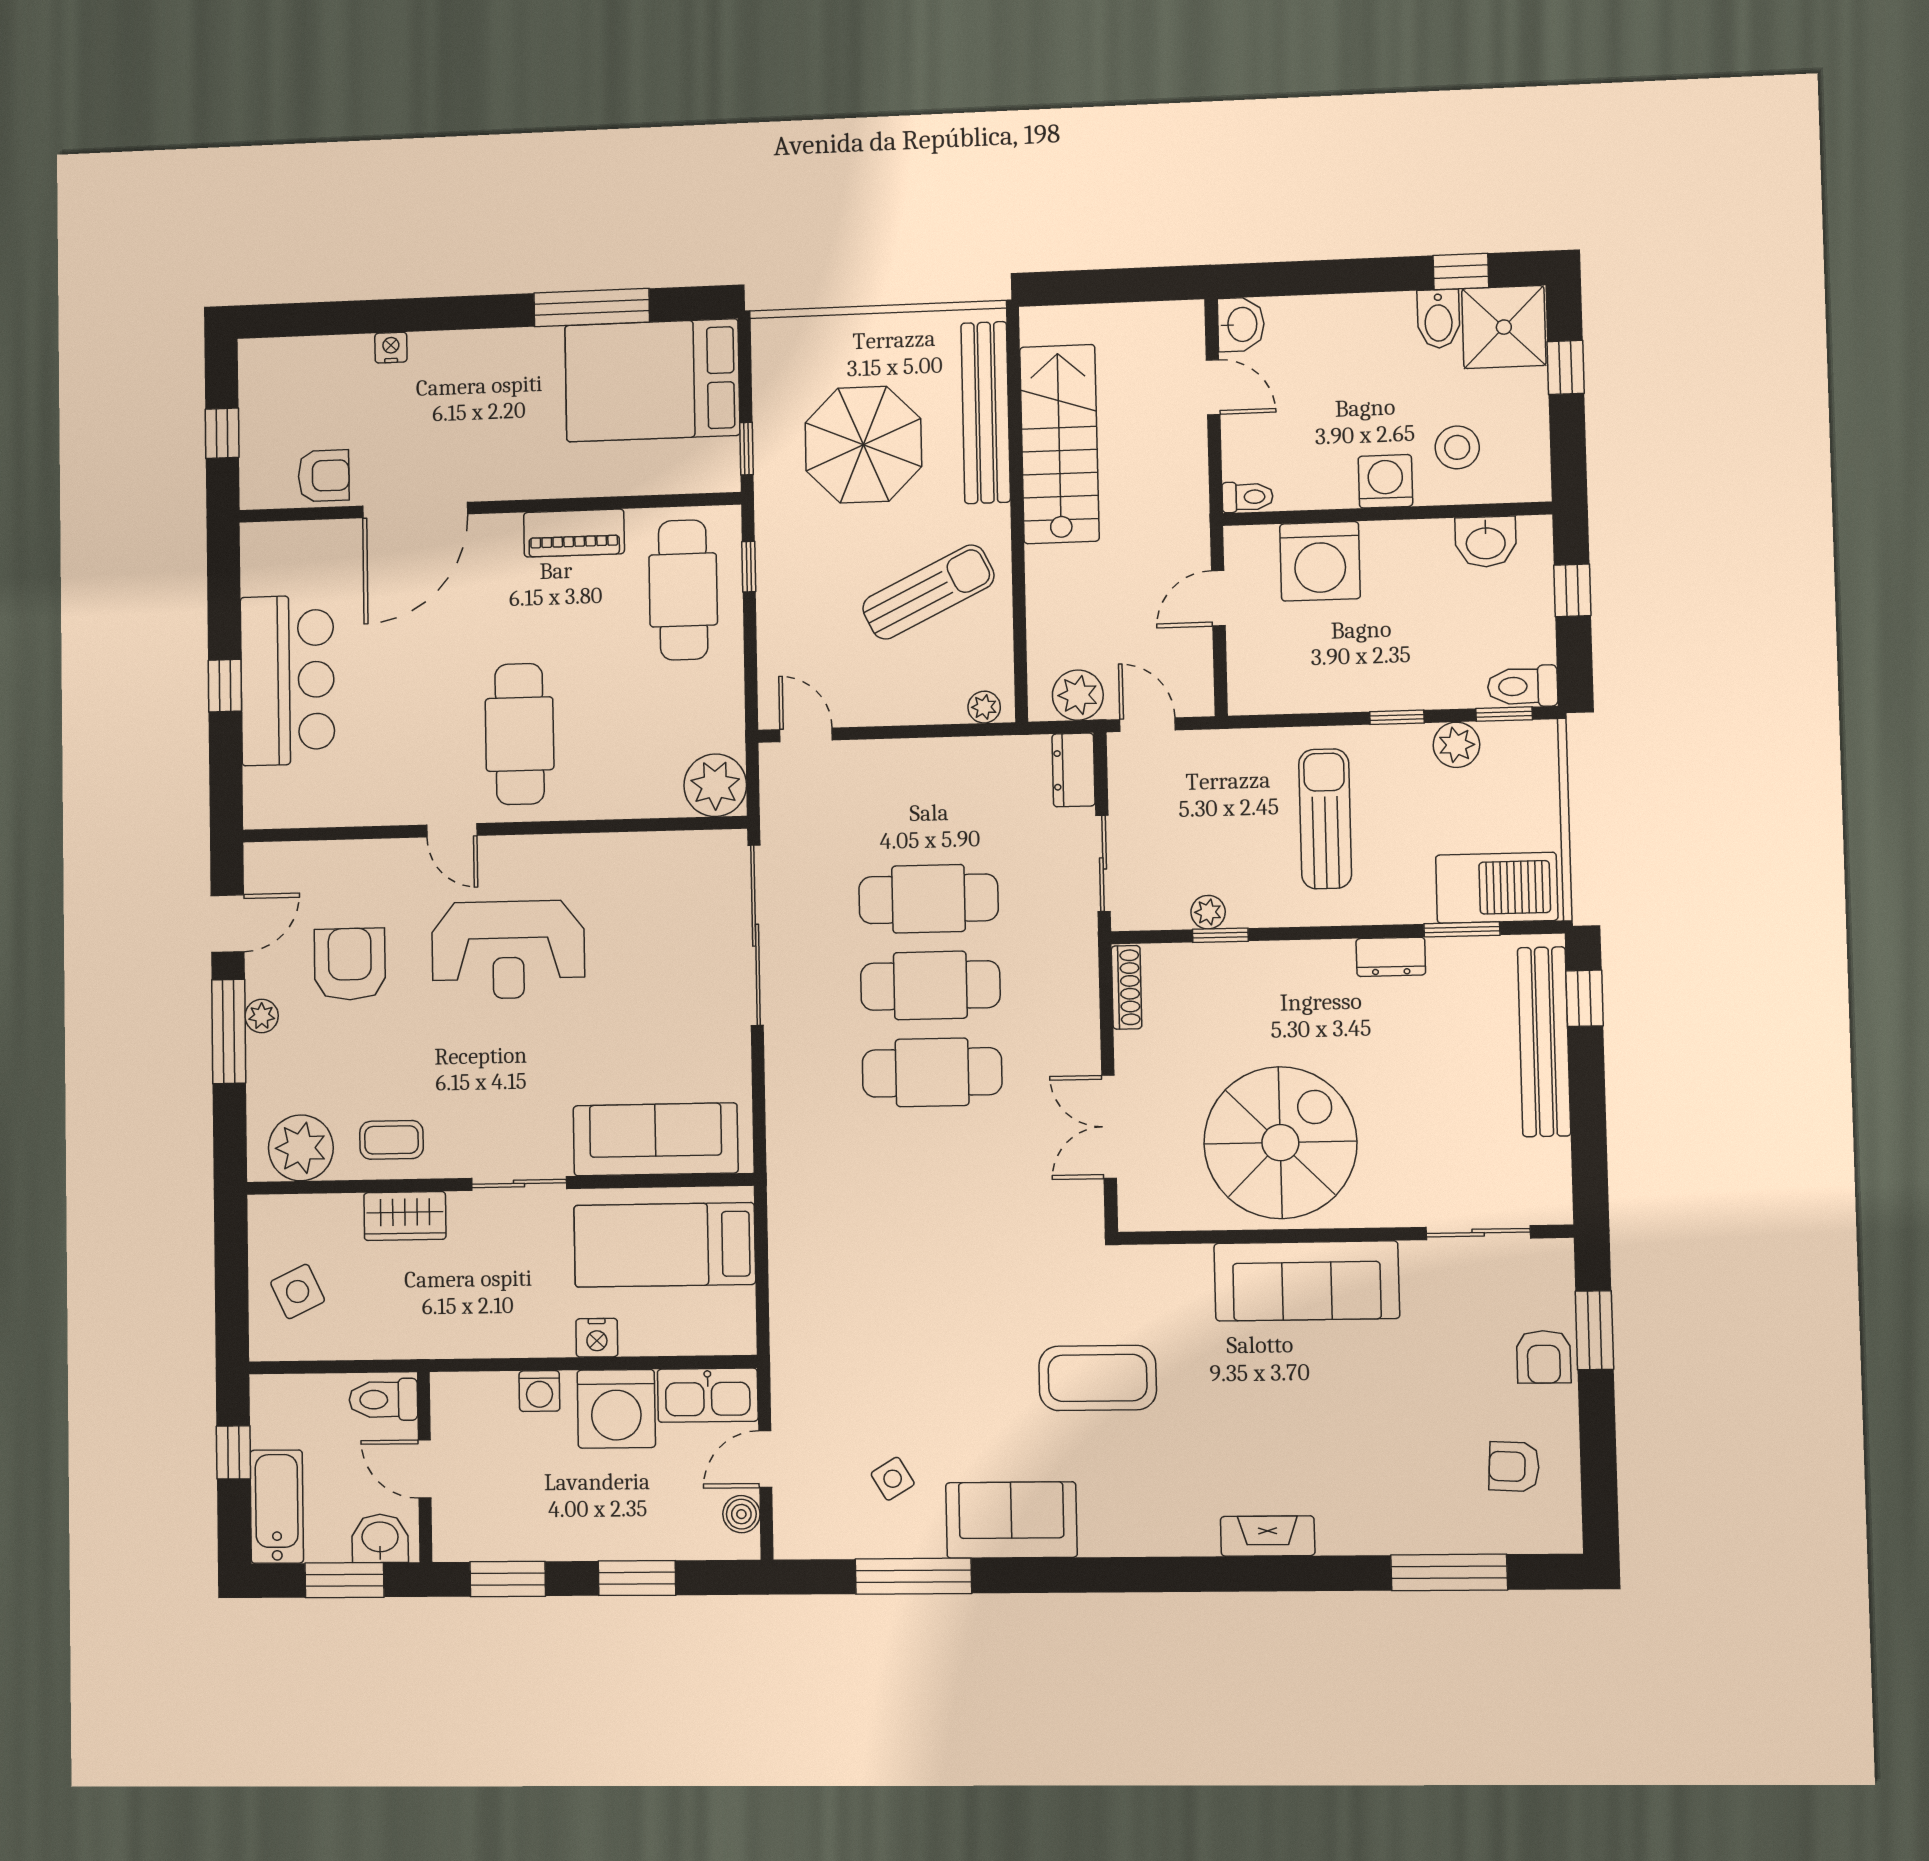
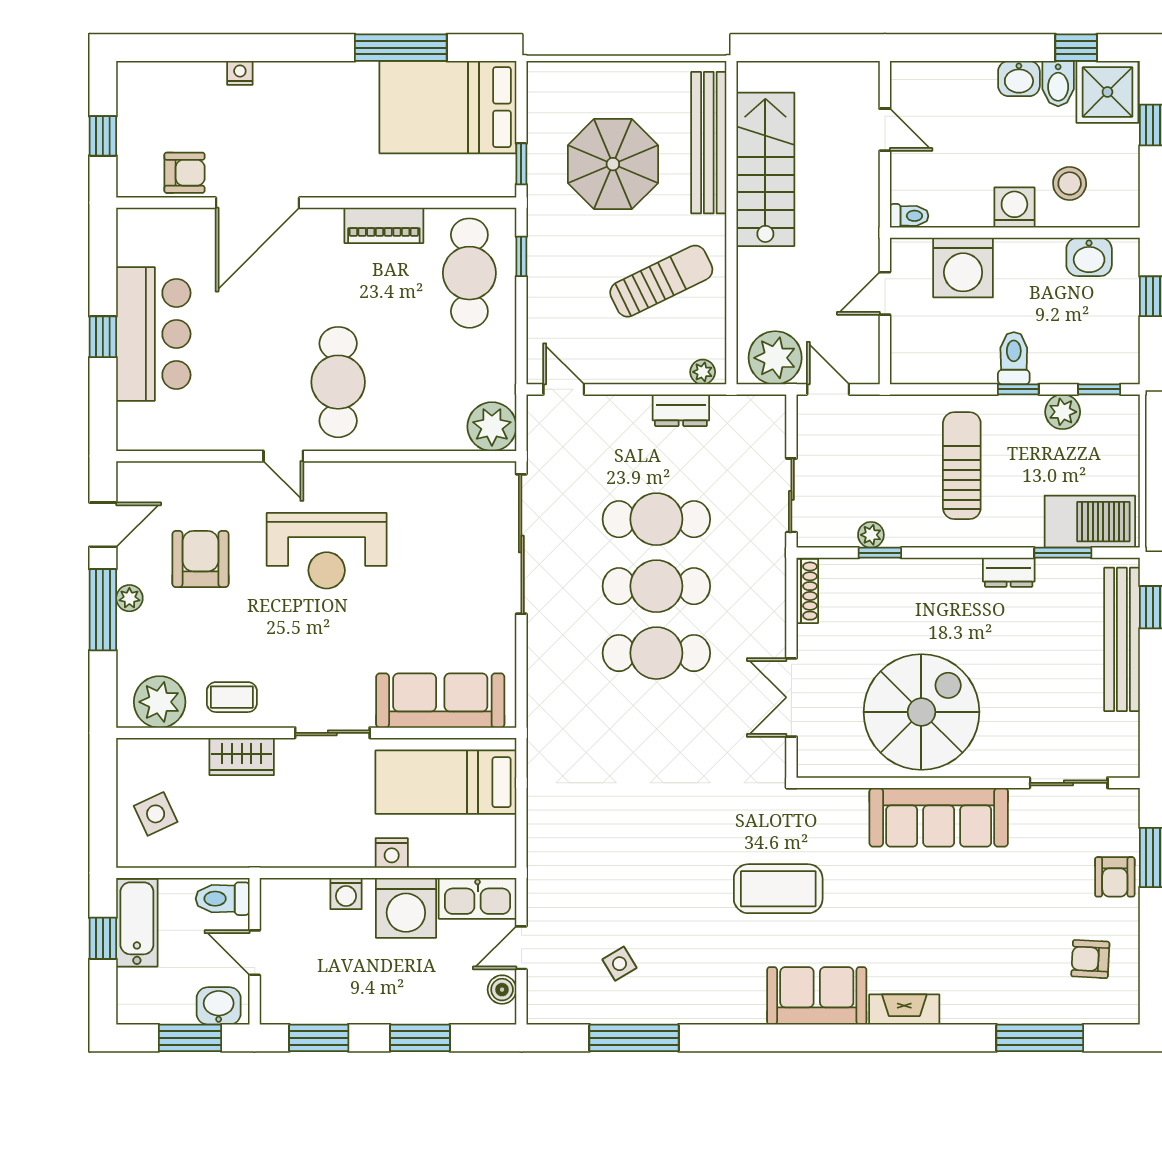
washbasin: (1241, 324) -> (1019, 79), moved, turned 90
toilet: (1523, 686) -> (1014, 358), moved, turned 90
plant: (1078, 695) -> (775, 358), width x1.36, depth x1.36
dresser: (1074, 770) -> (681, 410), moved, turned -90
bathtub: (277, 1507) -> (137, 923), moved
sofa: (1011, 1520) -> (817, 996), moved

